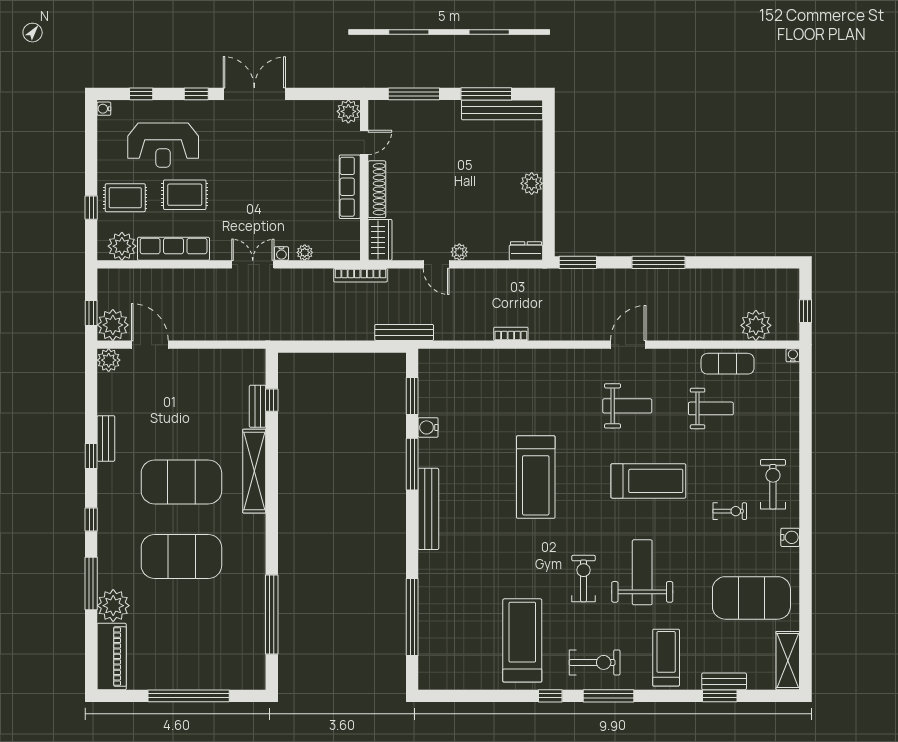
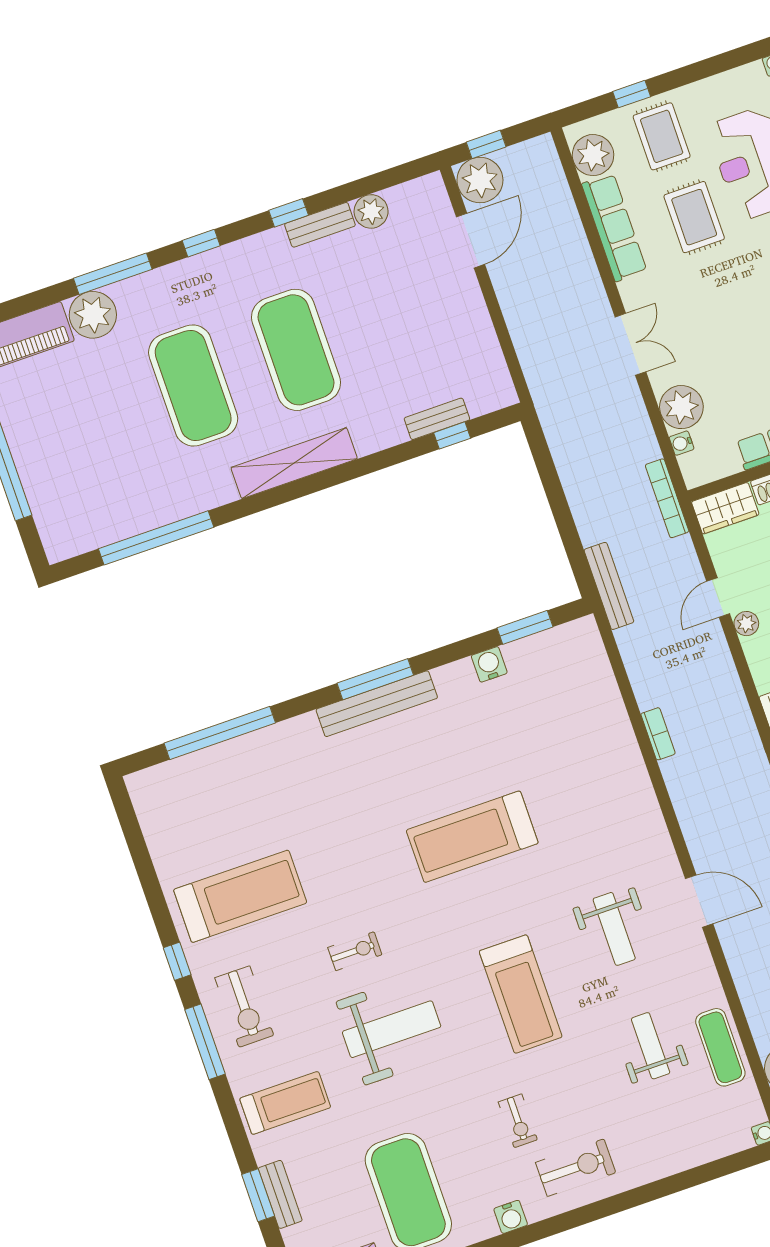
plant: (305, 252) -> (681, 407), width x1.88, depth x1.88
water cooler: (281, 253) -> (682, 443), moved
plant: (109, 360) -> (371, 211), moved
weight bench: (711, 408) -> (651, 1046), turned 180
window: (412, 464) -> (375, 679), moved
shelving: (254, 471) -> (294, 463), moved
exercise bike: (584, 579) -> (355, 951), width x0.73, depth x0.72

